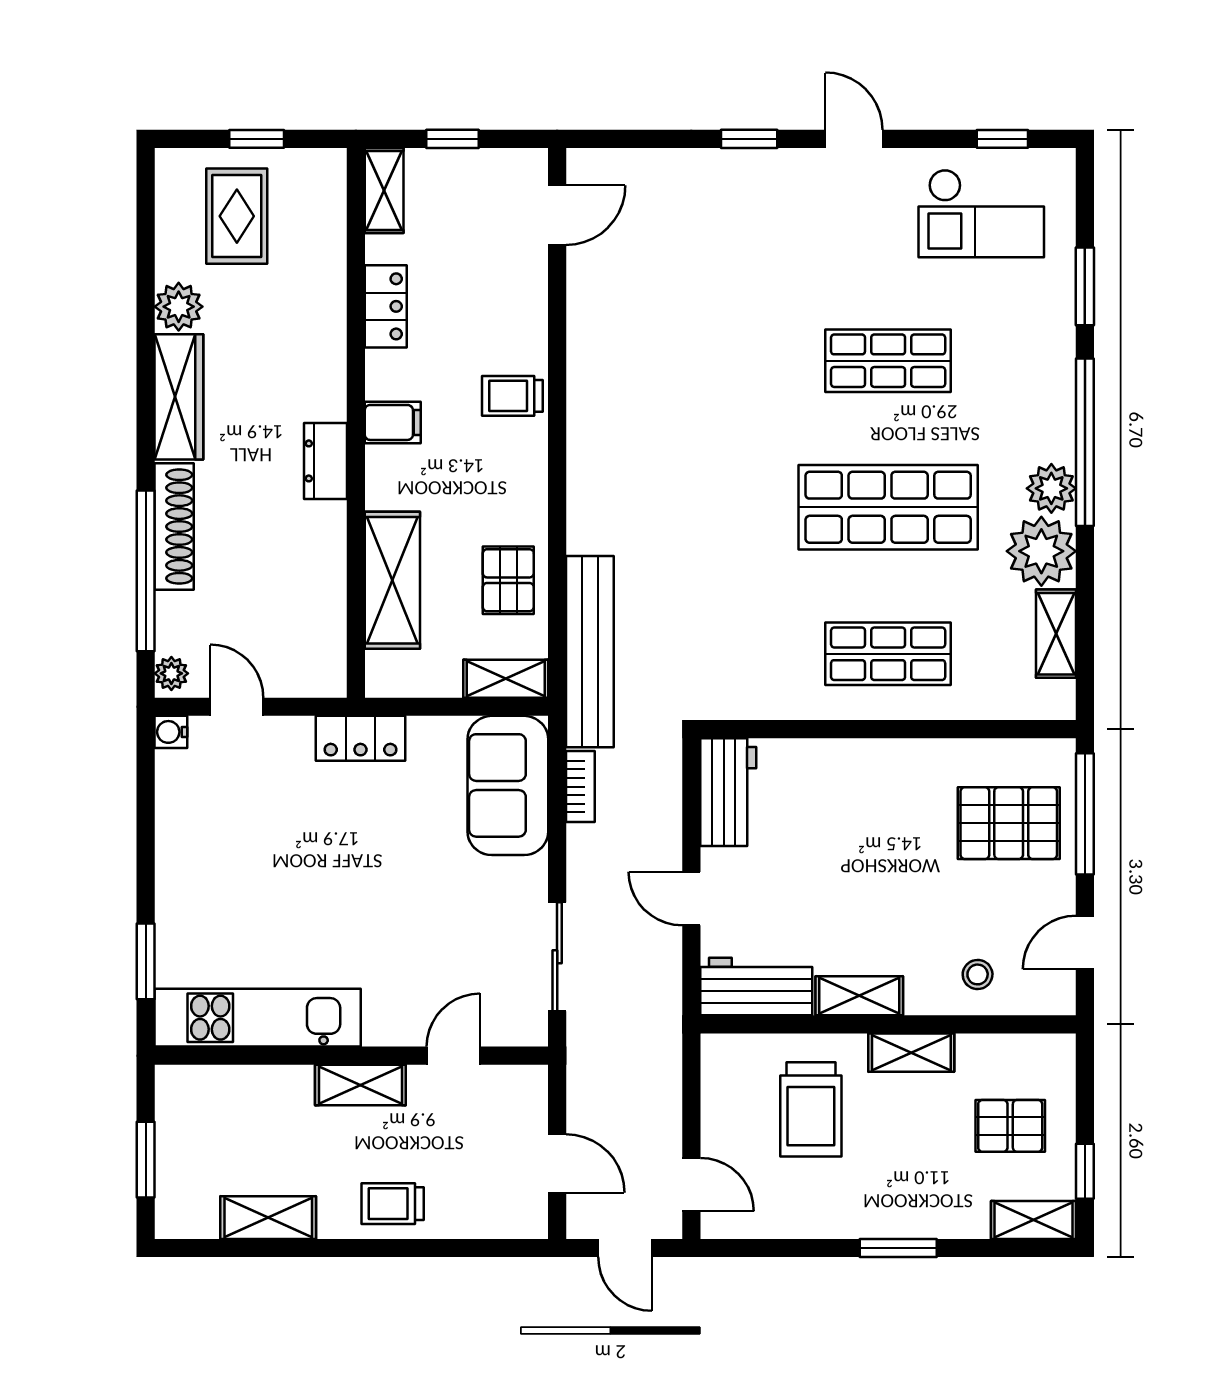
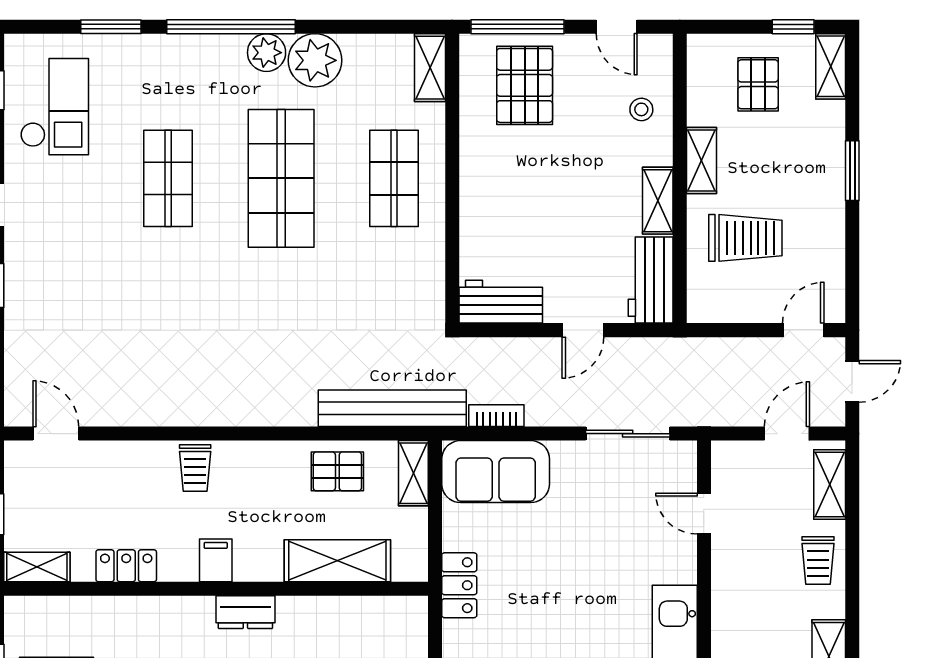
shelving: (1056, 634) -> (430, 68), moved, turned 90
shelving: (360, 1085) -> (830, 484), moved

